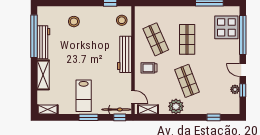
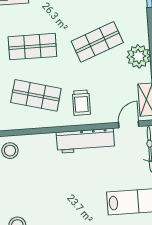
shop shelf: (156, 39) -> (36, 95), turned 39
workbench: (125, 54) -> (85, 141), moved

